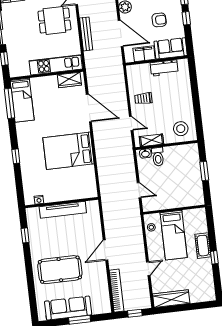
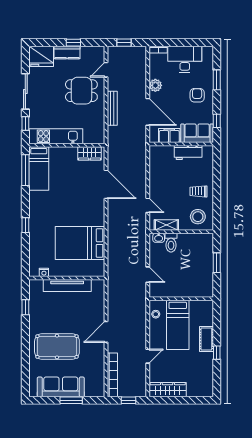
window: (186, 18) -> (217, 121), moved
armchair: (159, 20) -> (197, 95), moved, turned -90
kitchen unit: (56, 65) -> (56, 136), moved
trolley: (143, 98) -> (198, 191), moved
bed: (68, 151) -> (80, 243), moved

